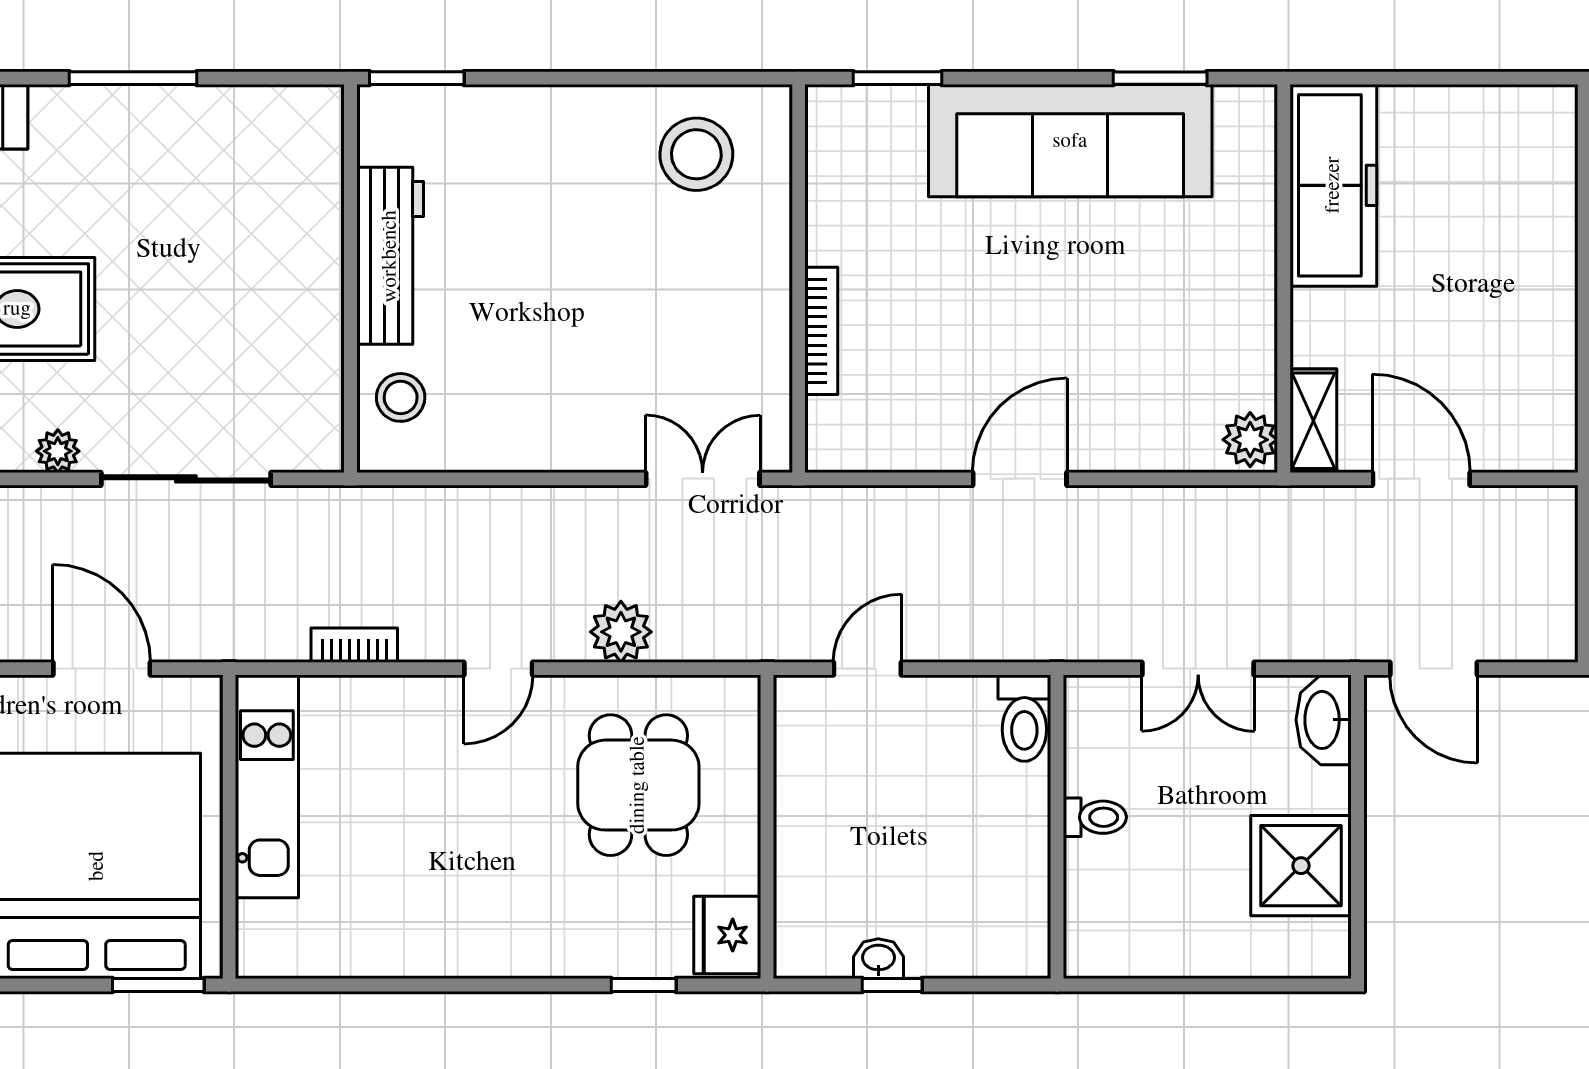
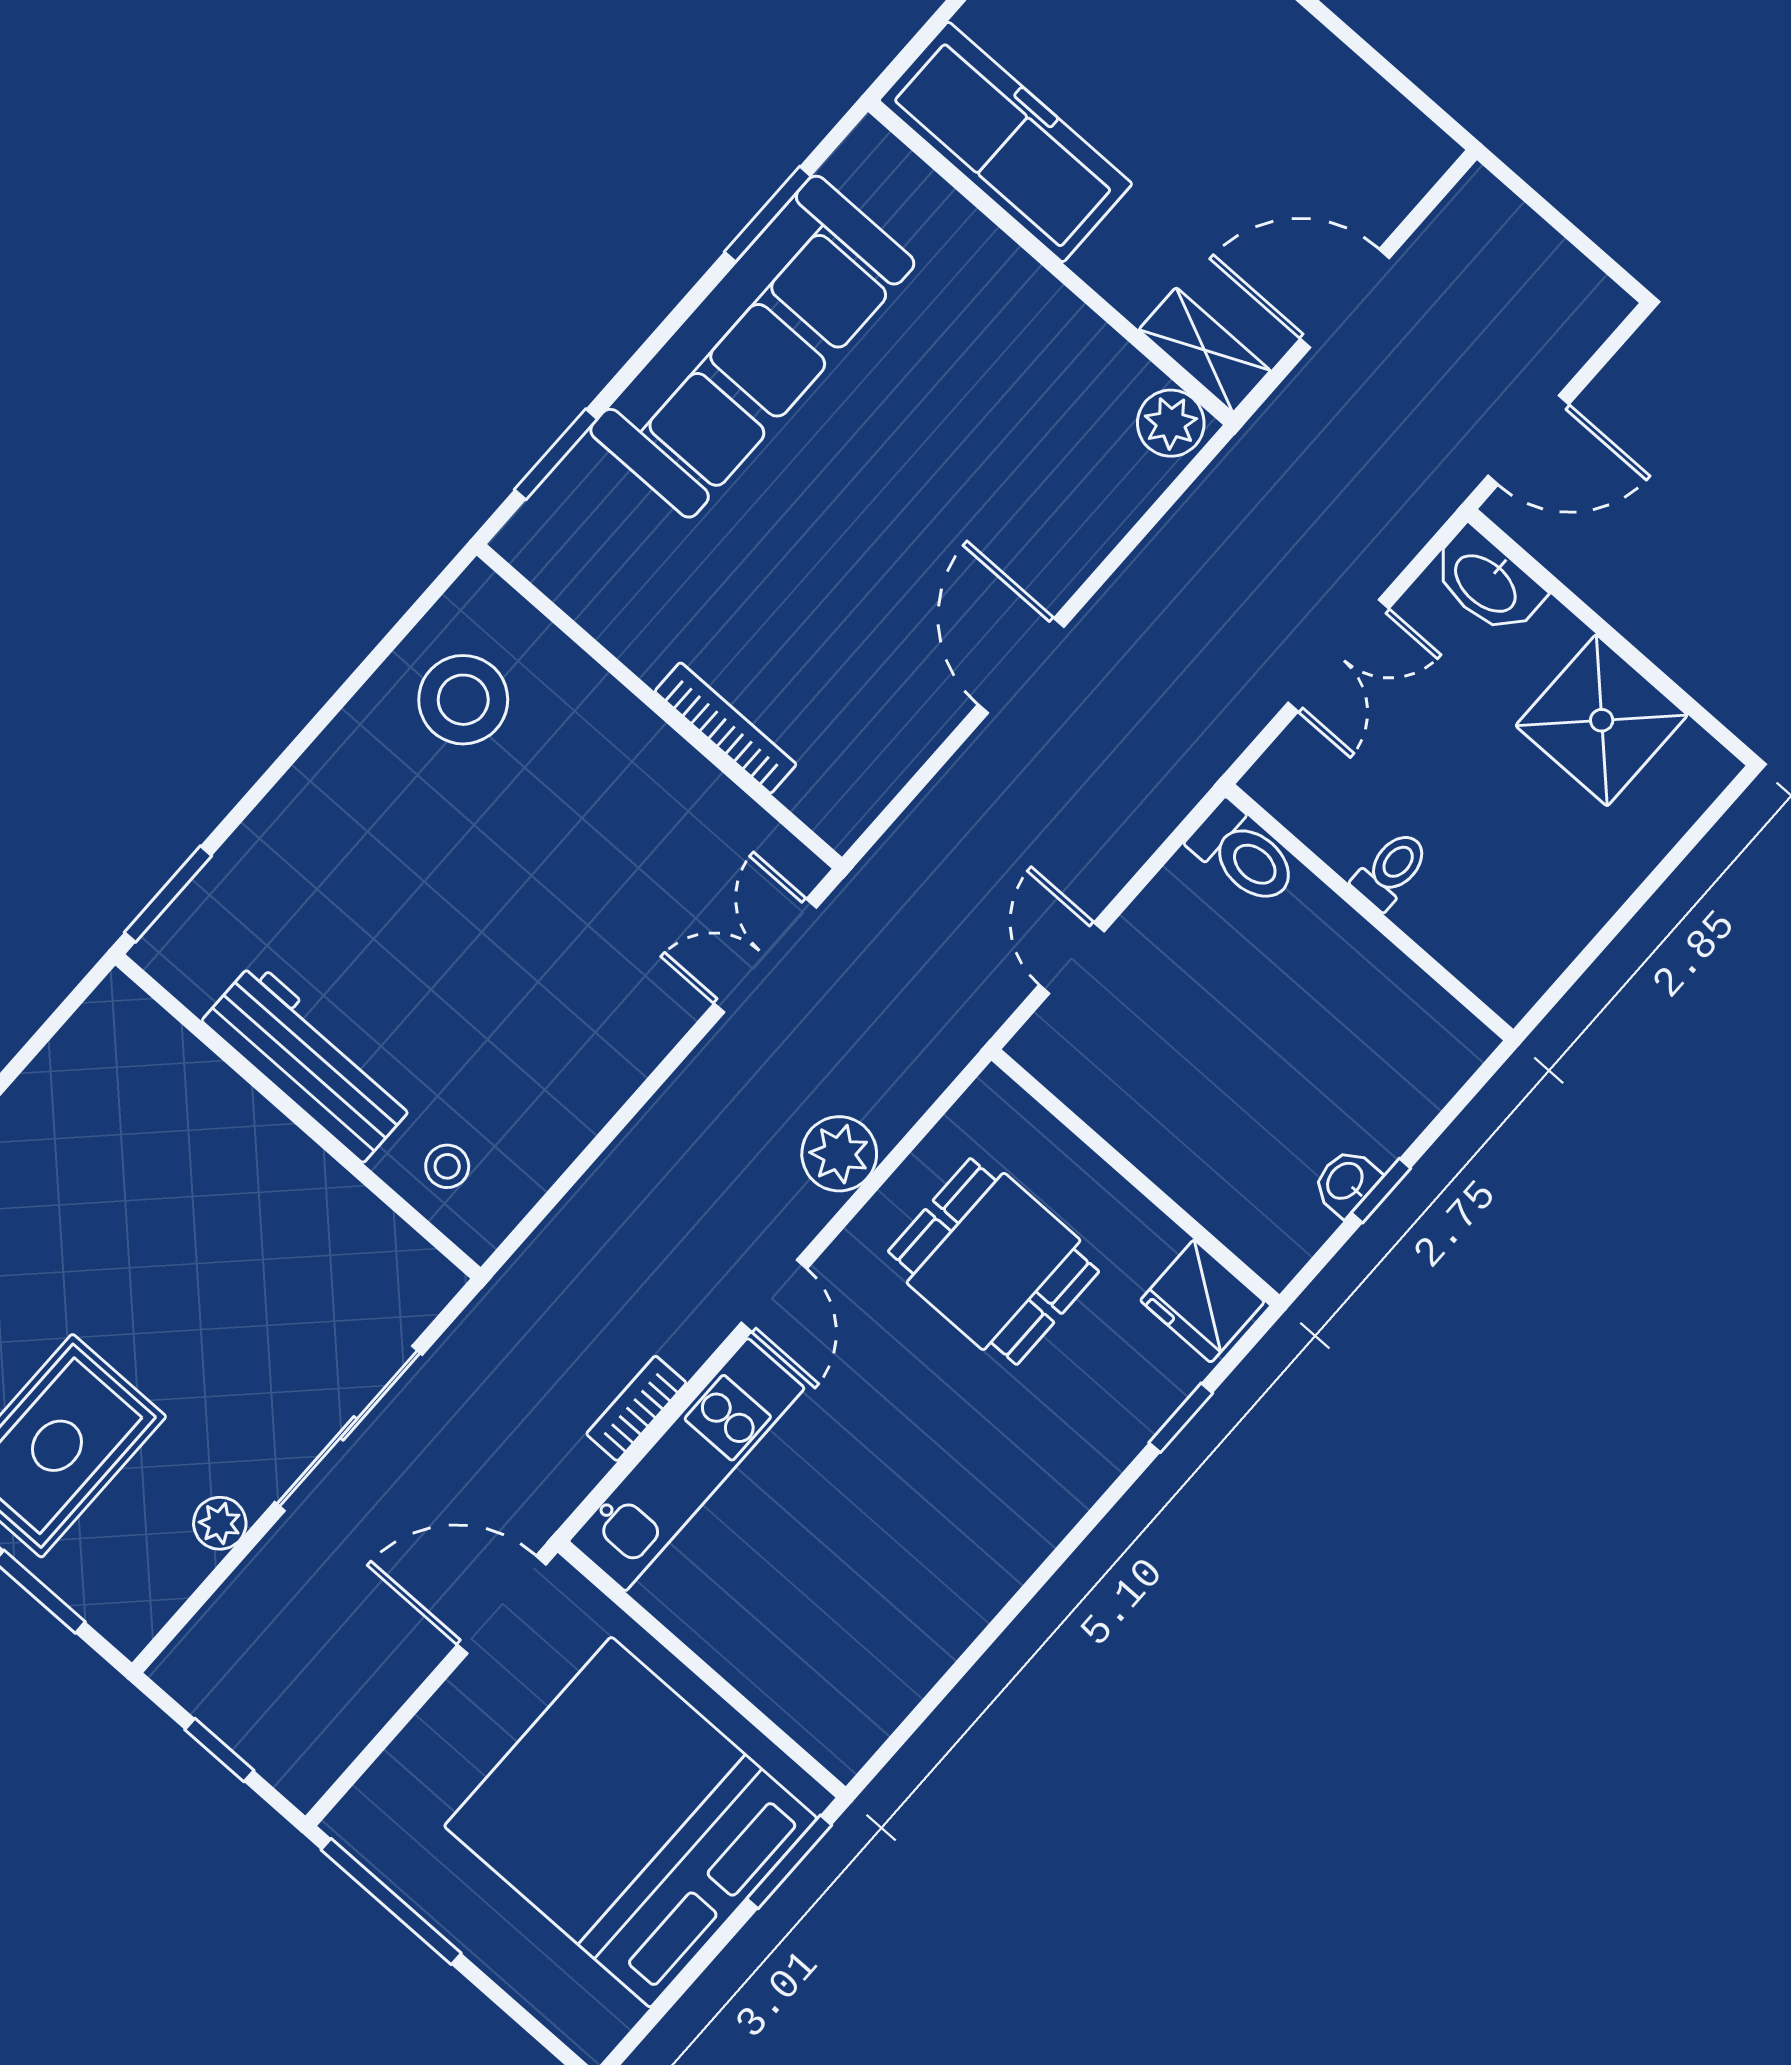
stool: (401, 397) -> (447, 1166), width x0.73, depth x0.73
door: (102, 669) -> (502, 1605), moved
kitchen unit: (267, 786) -> (686, 1465), moved, turned 90

